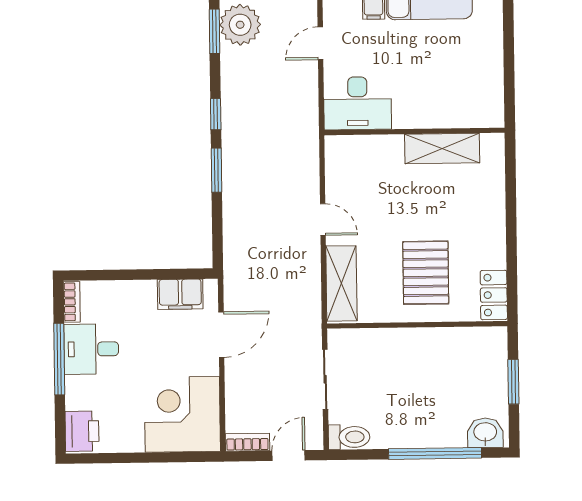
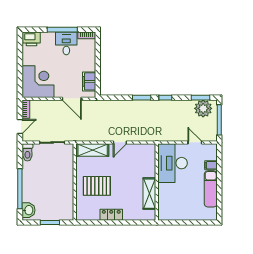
desk: (357, 103) -> (173, 163), width x1.36, depth x1.30
locker: (494, 295) -> (111, 215), moved
door: (289, 456) -> (20, 126), hinge flipped

